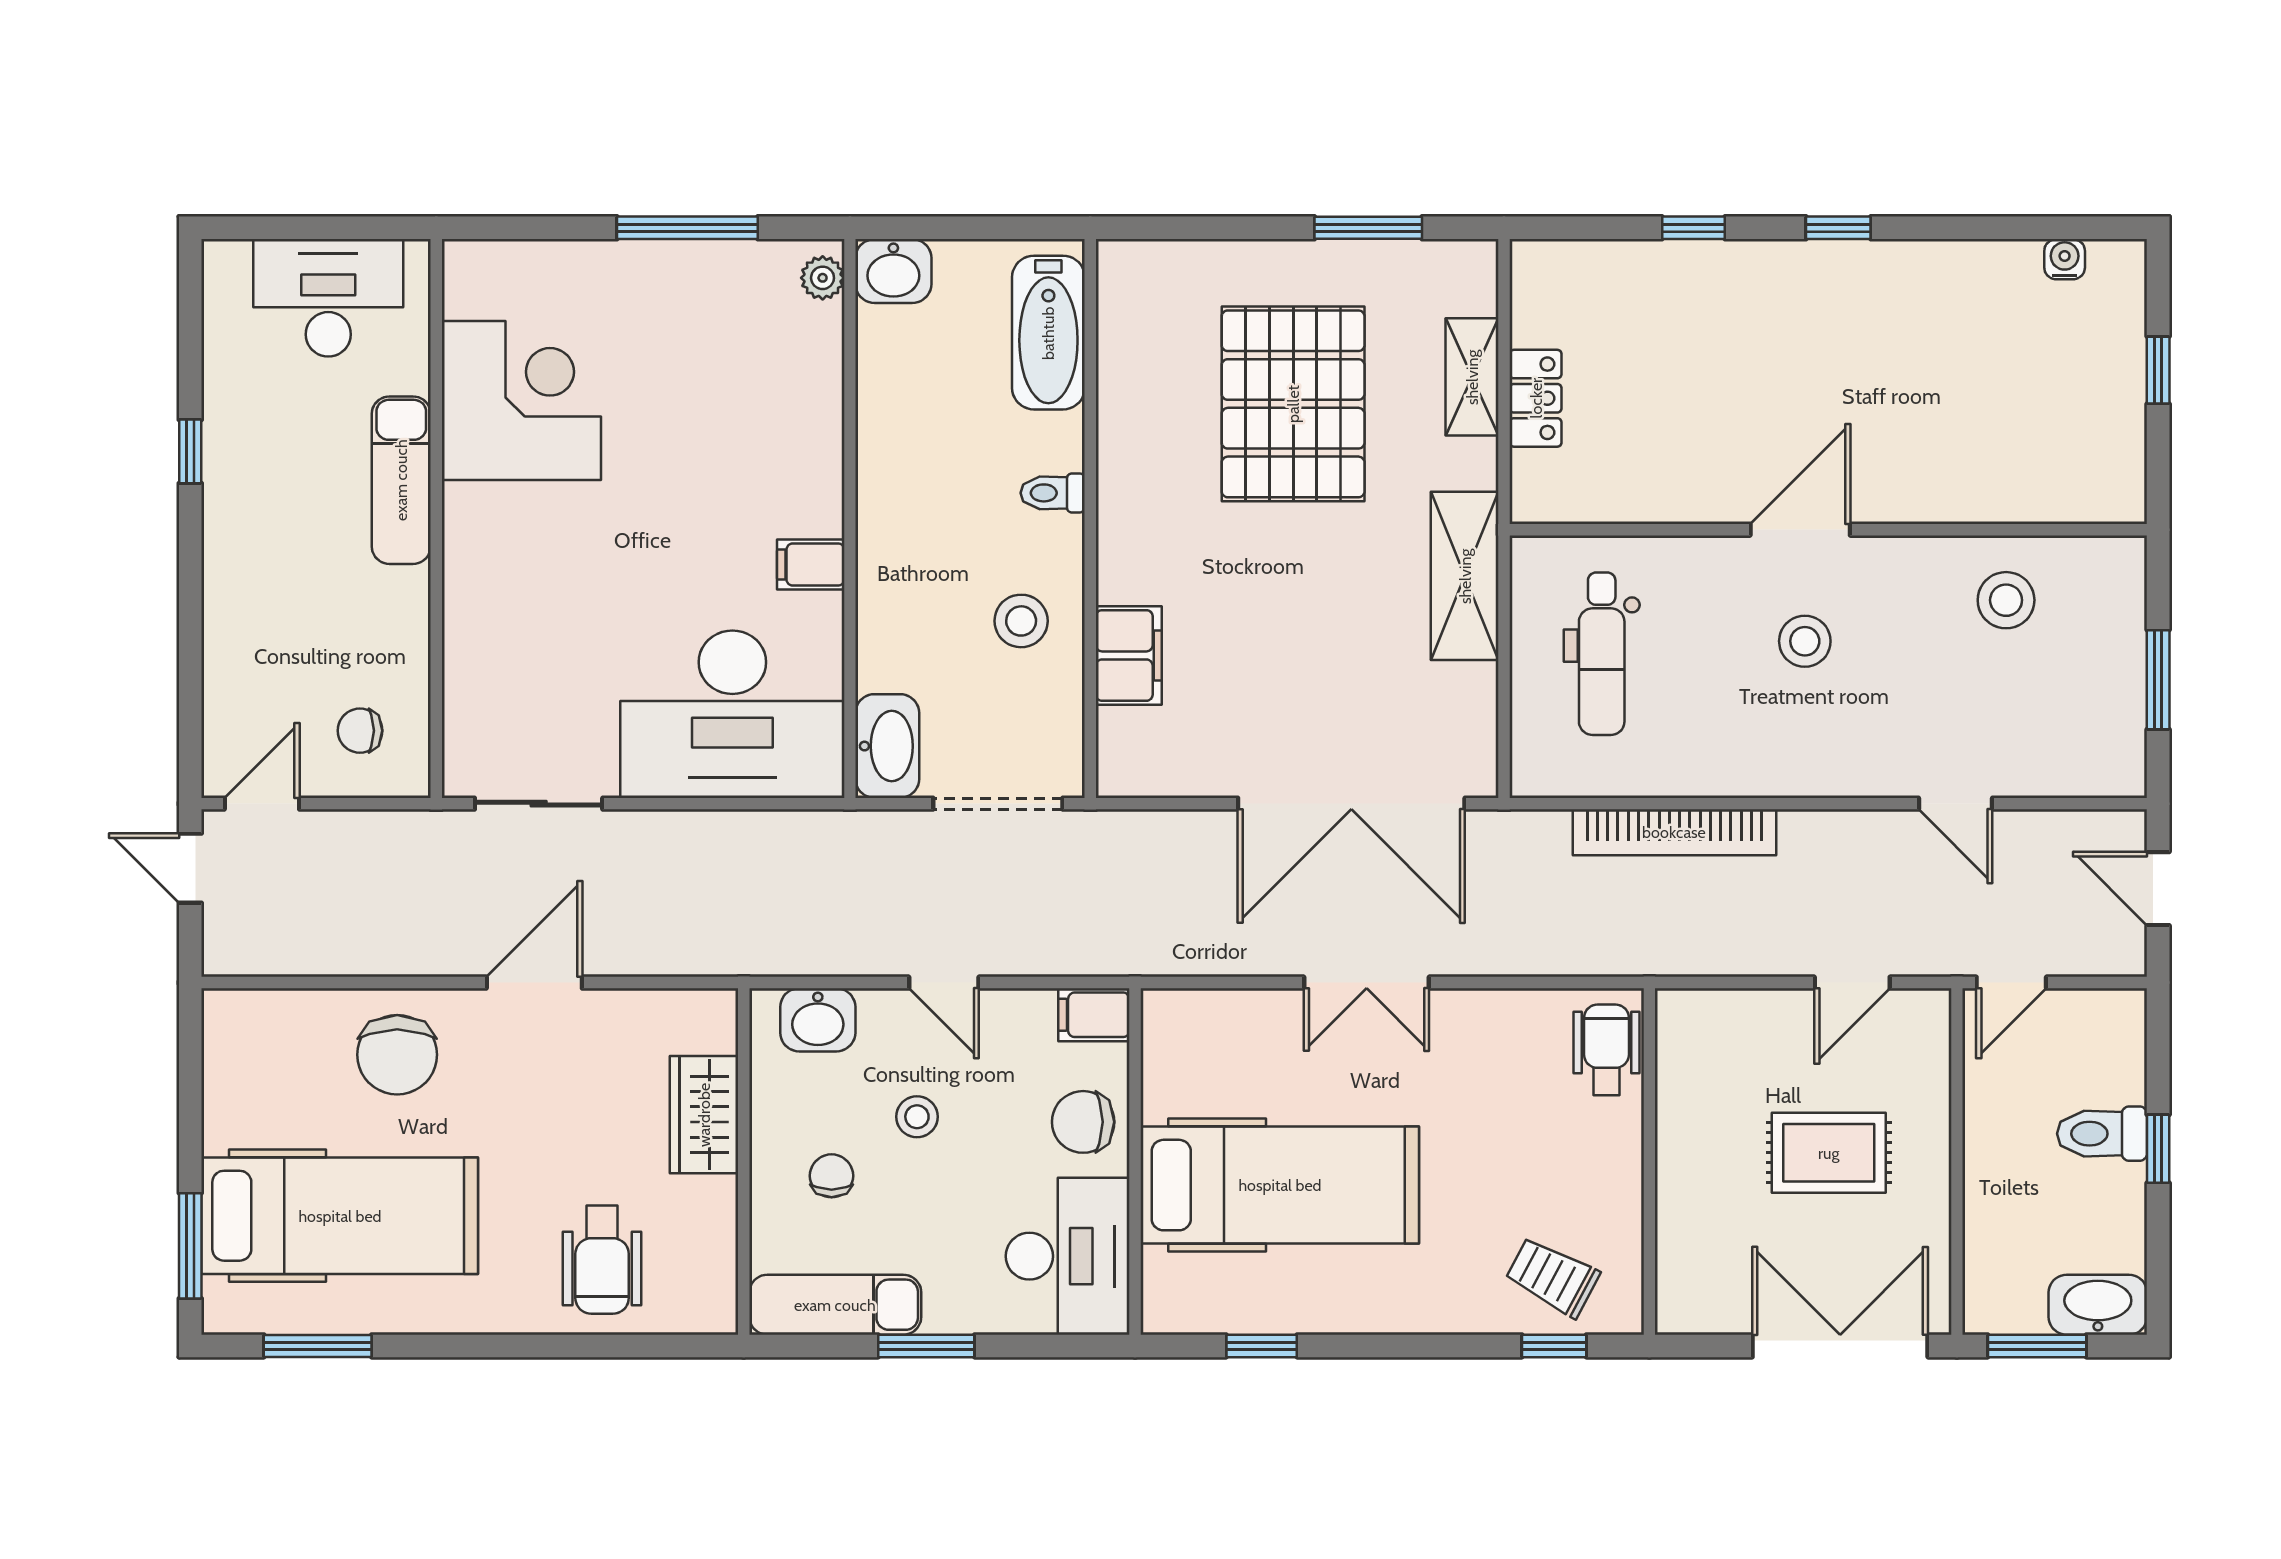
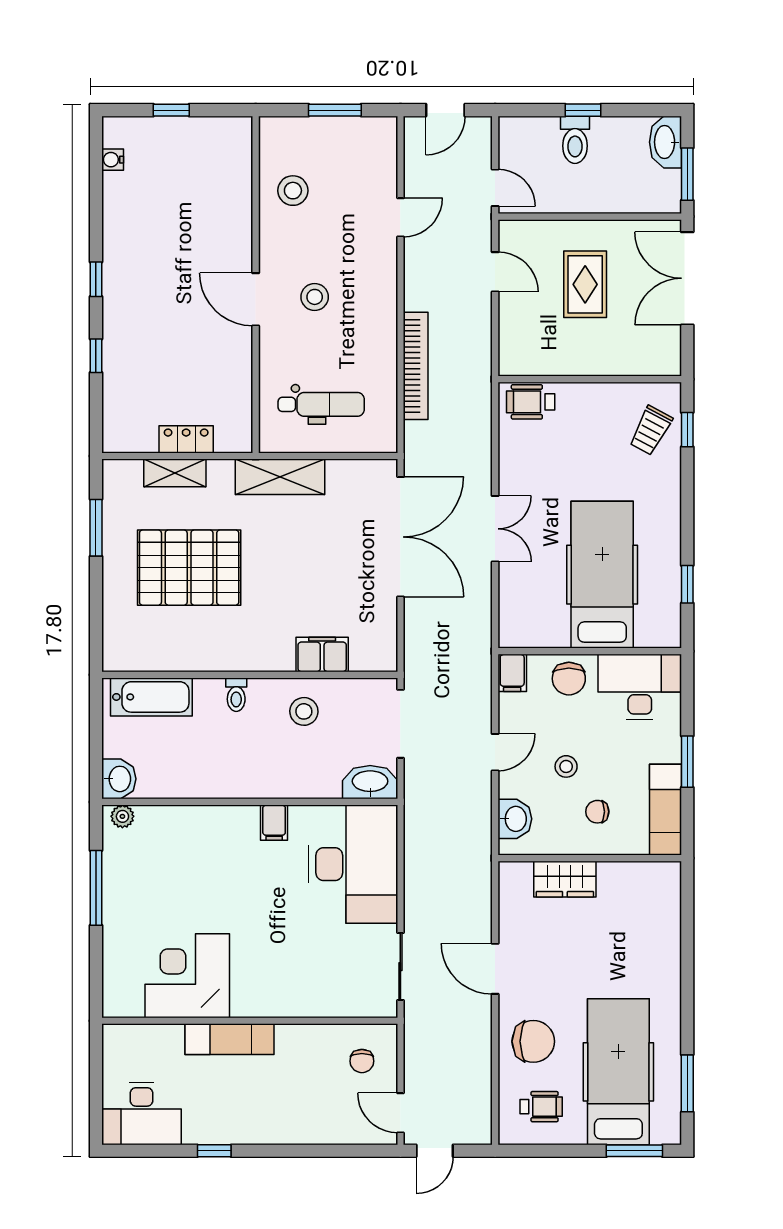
desk: (328, 298) -> (142, 1114), moved, turned -90
wheelchair: (602, 1260) -> (541, 1107), moved, width x0.73, depth x0.73

